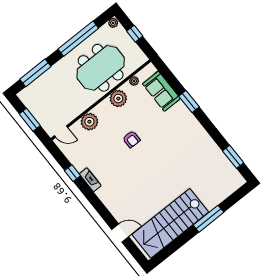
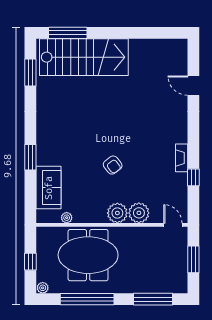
plant: (118, 99) -> (117, 213), moved
armchair: (131, 139) -> (113, 165), turned 142
window: (208, 219) -> (68, 33), moved
stairs: (170, 223) -> (84, 57), moved

